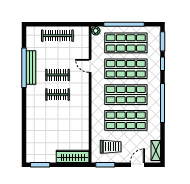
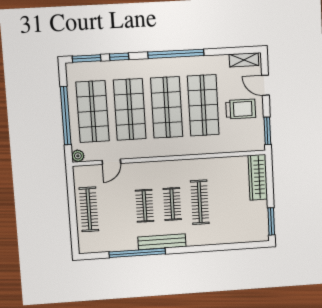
door: (90, 66) -> (111, 162), moved
bench: (31, 67) -> (162, 242), moved
clothes rail: (57, 114) -> (200, 202), added
trolley: (111, 147) -> (241, 109), moved, turned 90

